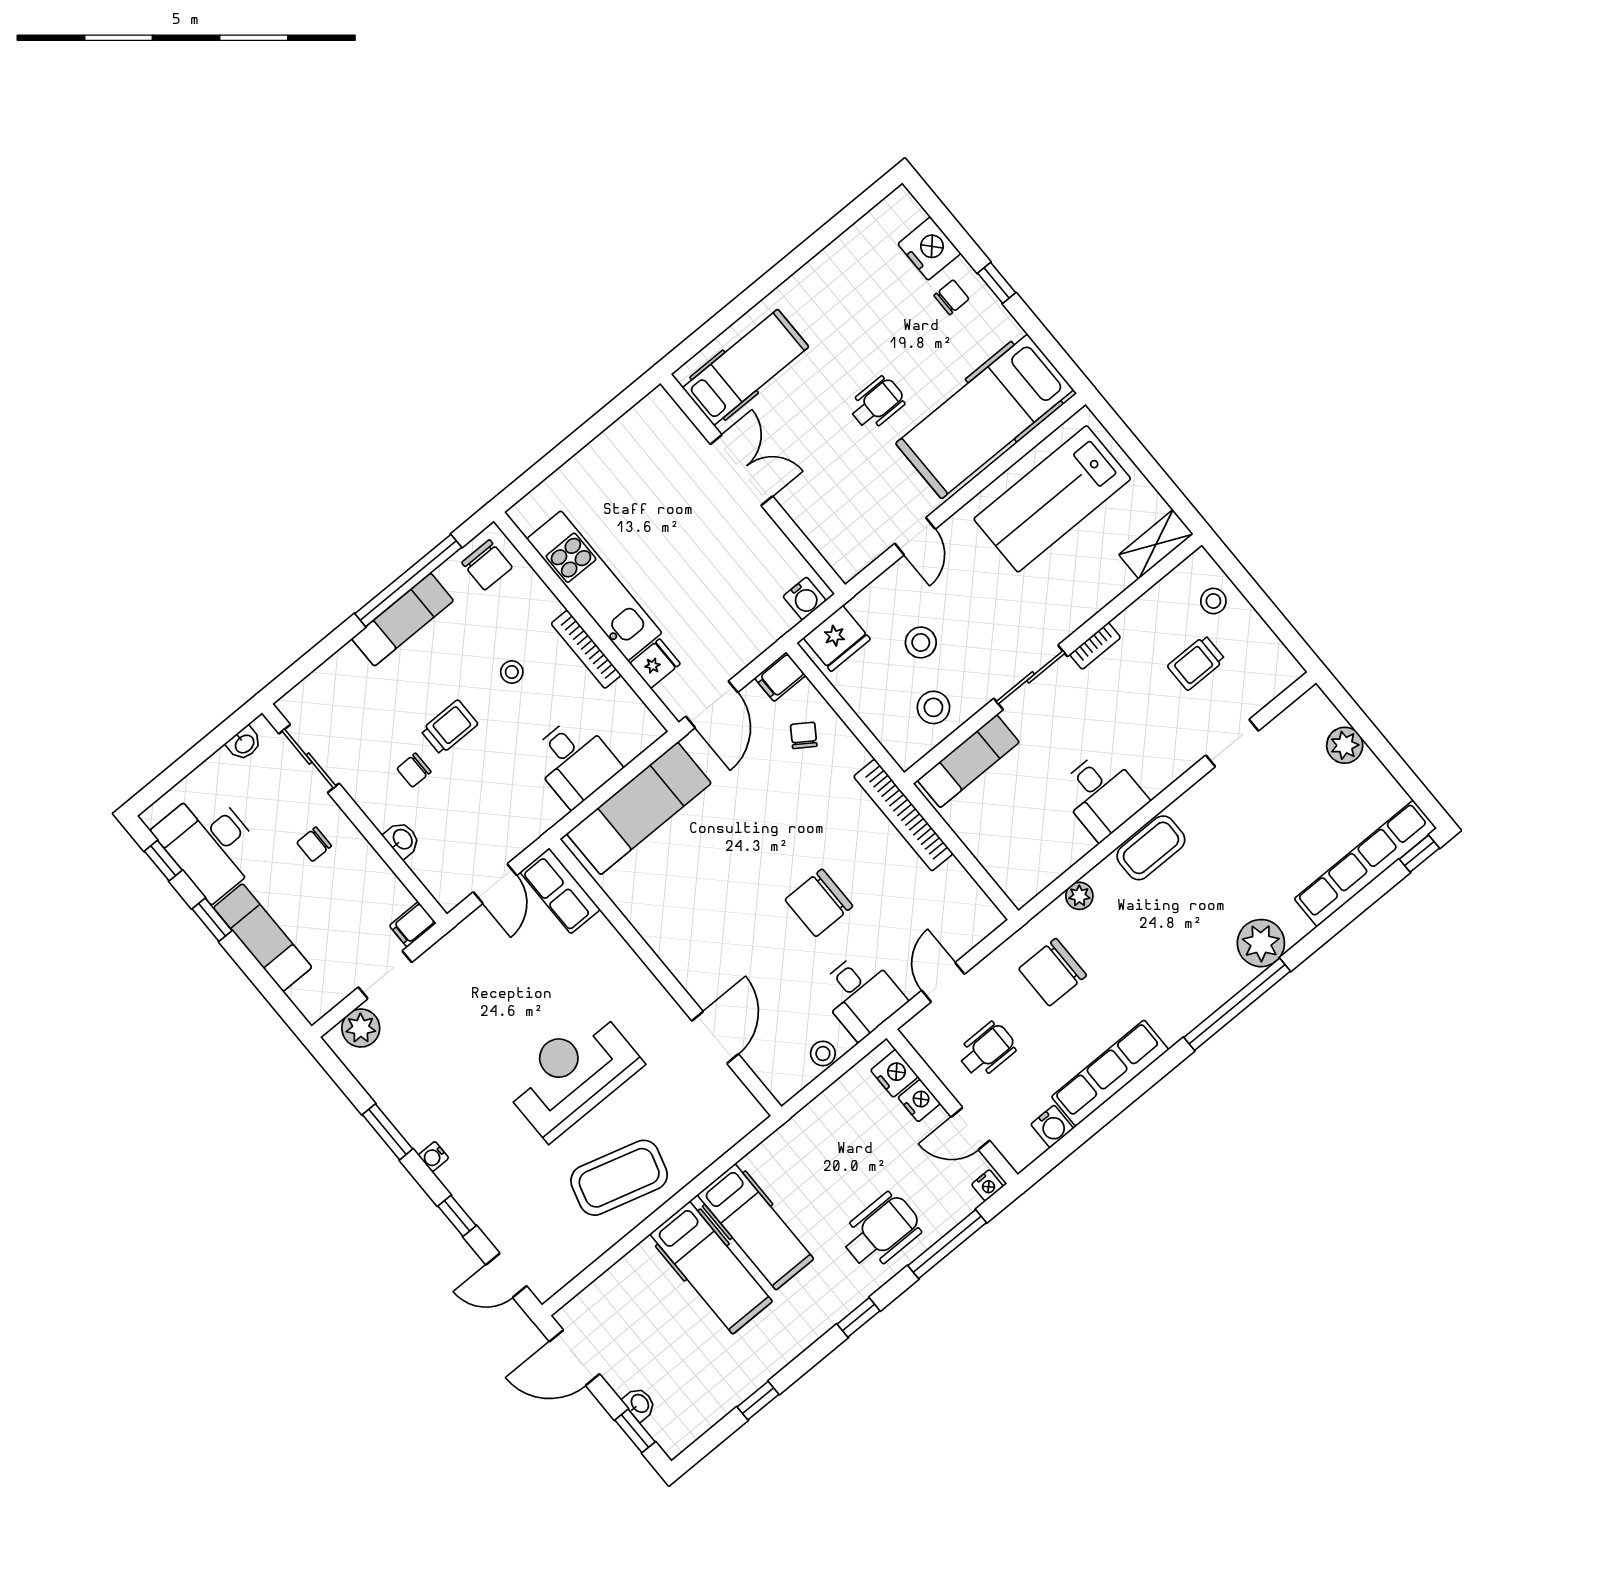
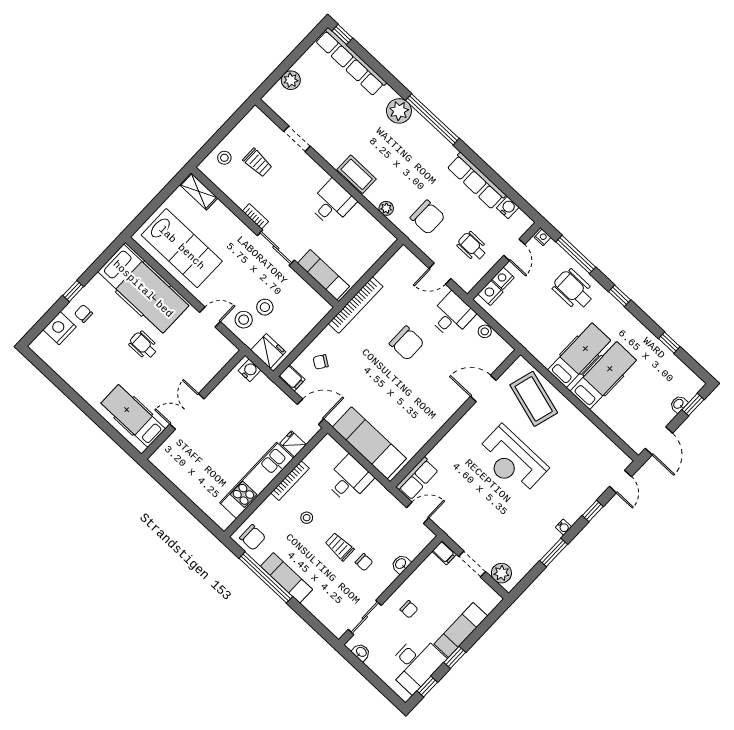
chair: (487, 565) -> (253, 537), turned 90
stool: (933, 707) -> (244, 320), moved
coffee table: (619, 1178) -> (534, 399), moved

